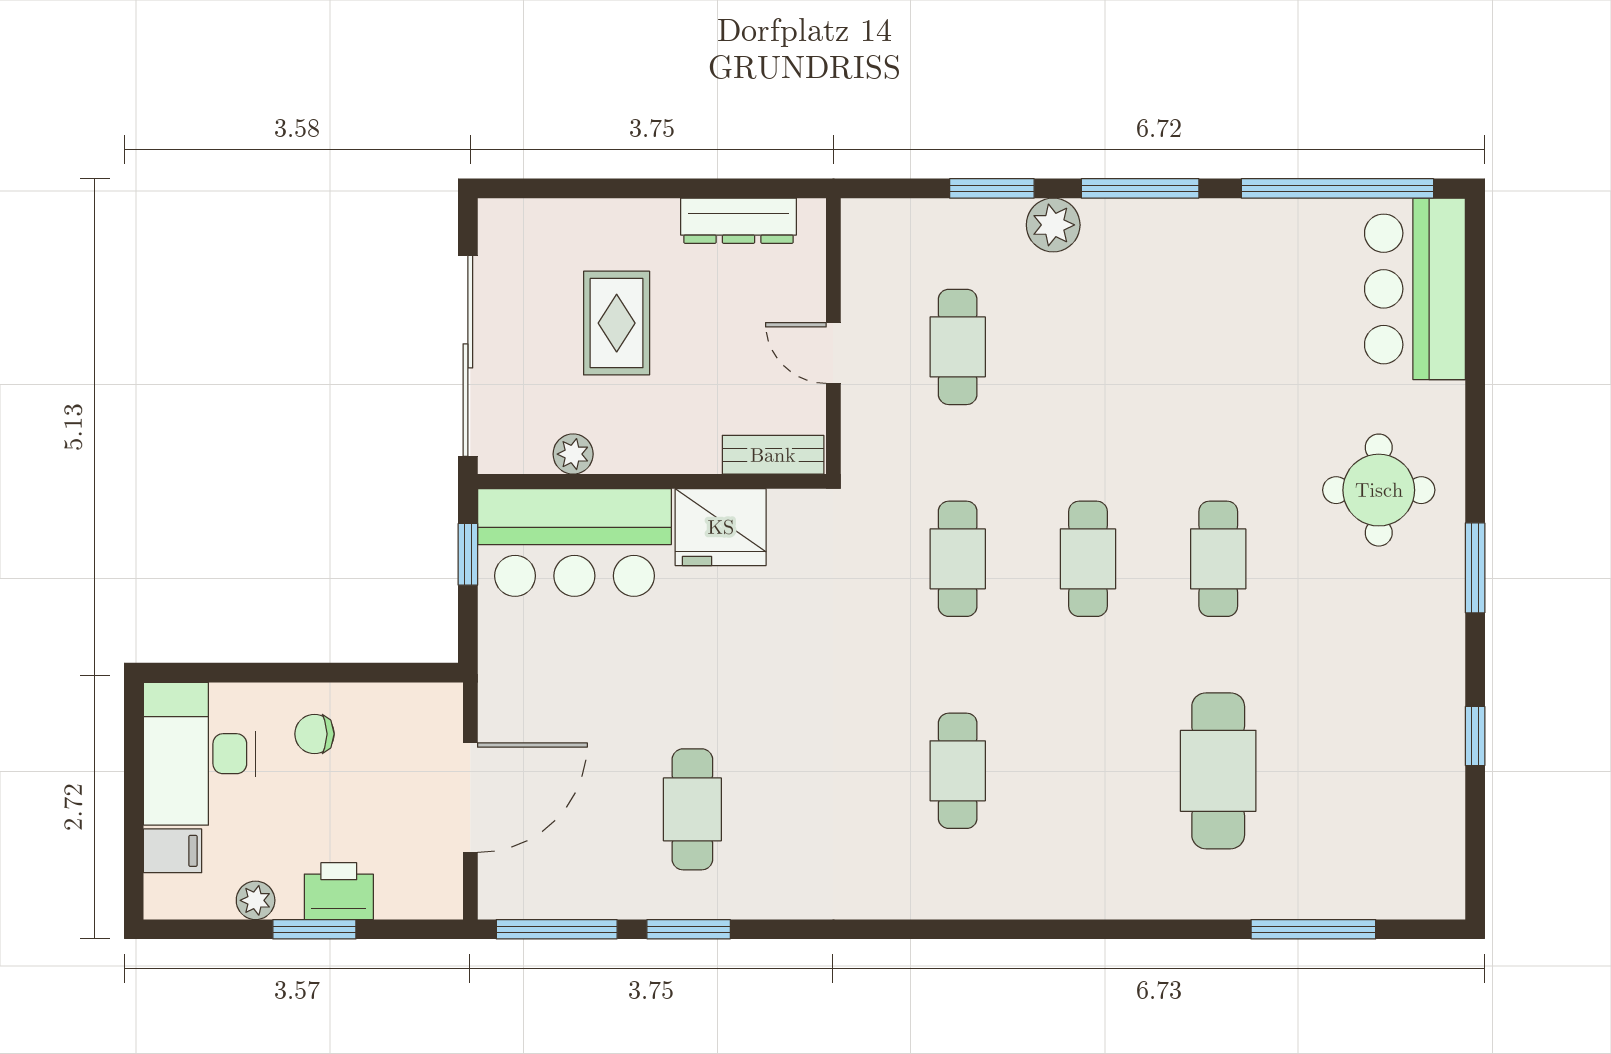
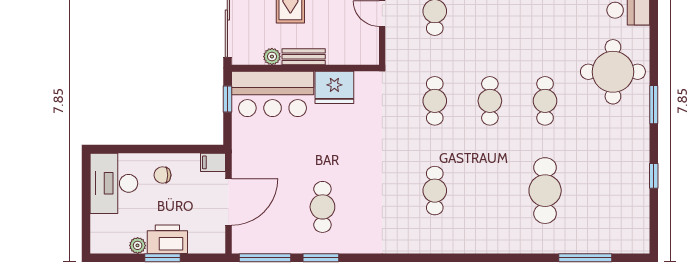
bench: (773, 455) -> (304, 57), moved
round table: (1379, 490) -> (613, 72), width x1.36, depth x1.36
filing cabinet: (173, 851) -> (213, 162), moved, turned 180
printer: (339, 891) -> (167, 239), width x1.37, depth x1.19

